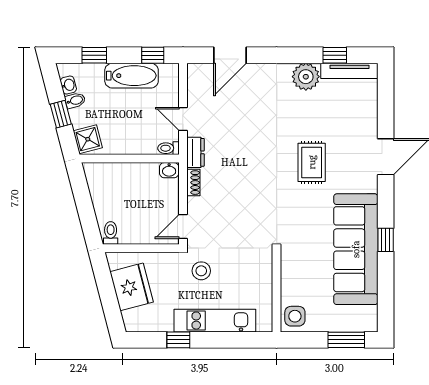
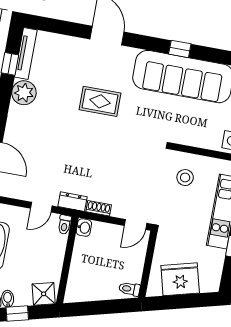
door: (183, 227) -> (135, 224), hinge flipped
stool: (201, 271) -> (185, 178), moved

